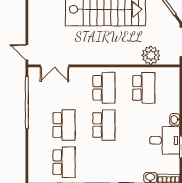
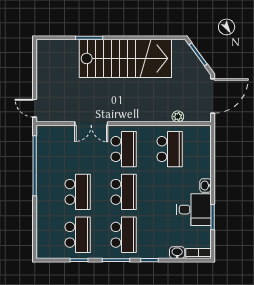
plant: (151, 55) -> (178, 117), width x0.53, depth x0.53
double door: (55, 66) -> (91, 124), moved
school desk: (104, 162) -> (124, 235), added

